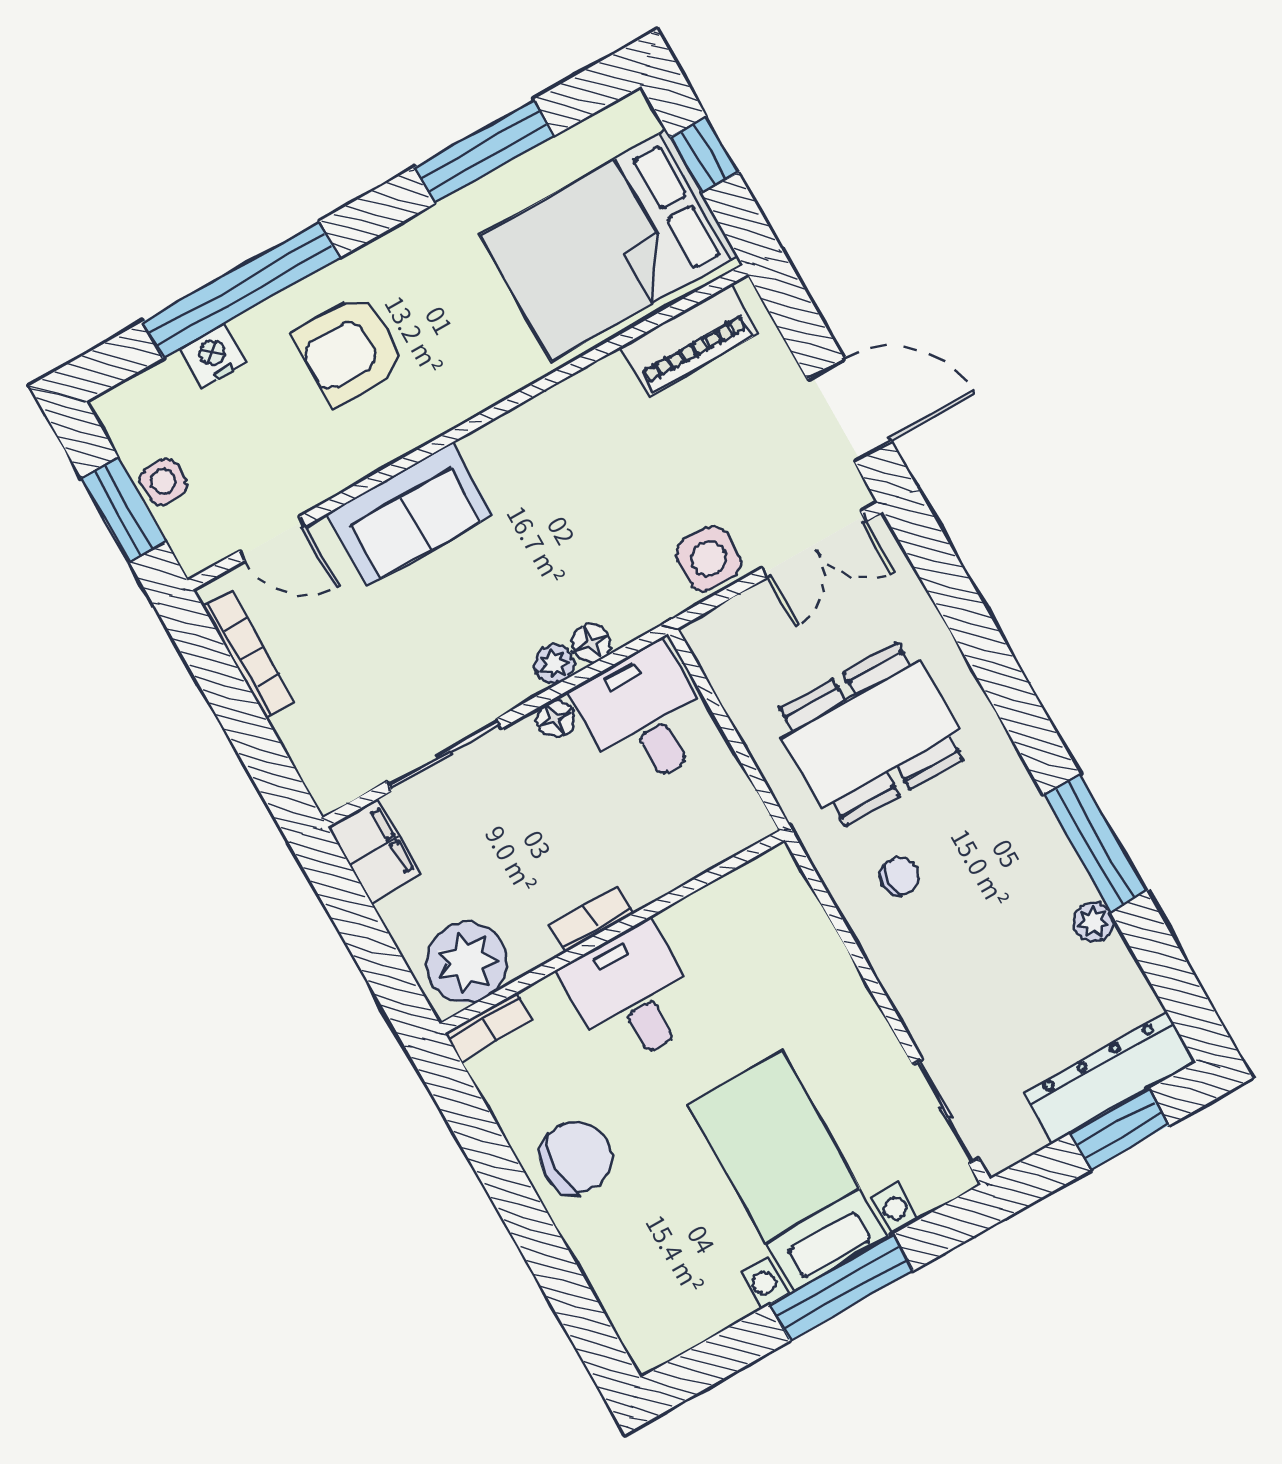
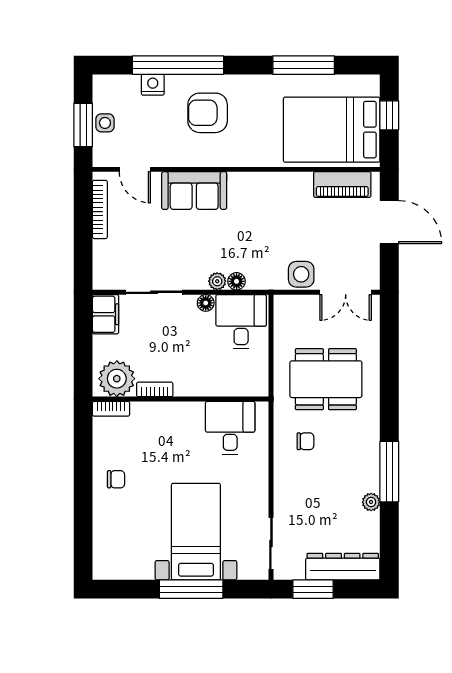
door: (849, 410) -> (389, 222), moved
bookcase: (592, 919) -> (155, 389), moved
desk: (632, 994) -> (230, 428), moved
window: (1120, 1130) -> (313, 589), moved
chair: (576, 1158) -> (116, 479), width x0.54, depth x0.54

